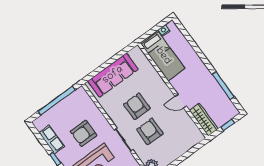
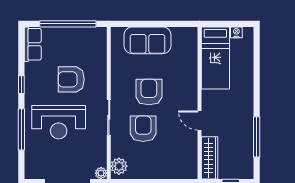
sofa: (113, 75) -> (147, 40), width x0.73
row of seats: (52, 139) -> (33, 44), moved

